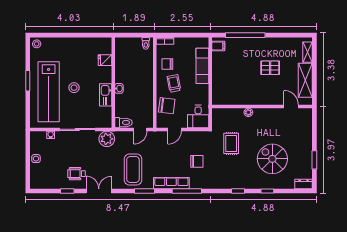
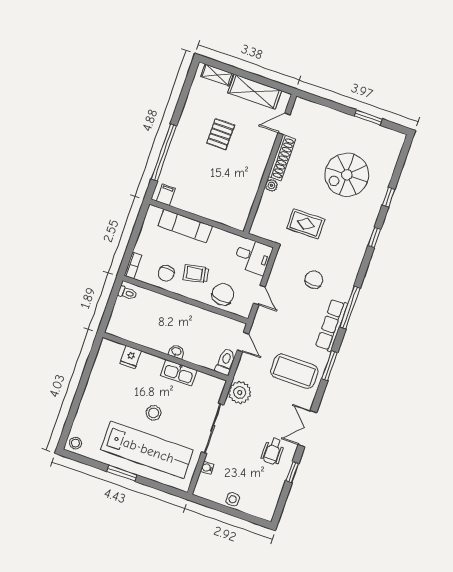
shoe rack: (269, 113) -> (282, 158), added
dresser: (304, 184) -> (396, 144), removed

